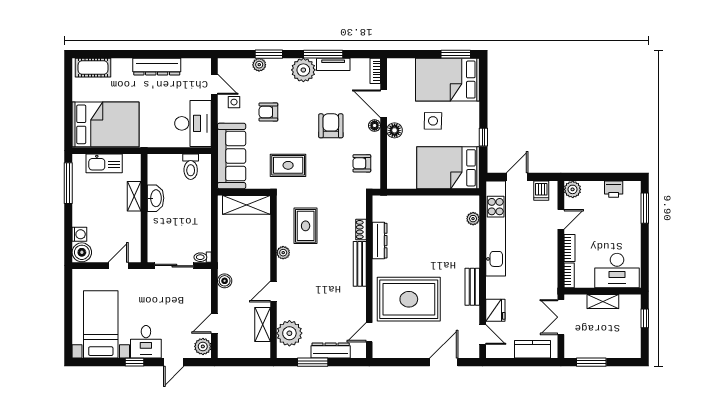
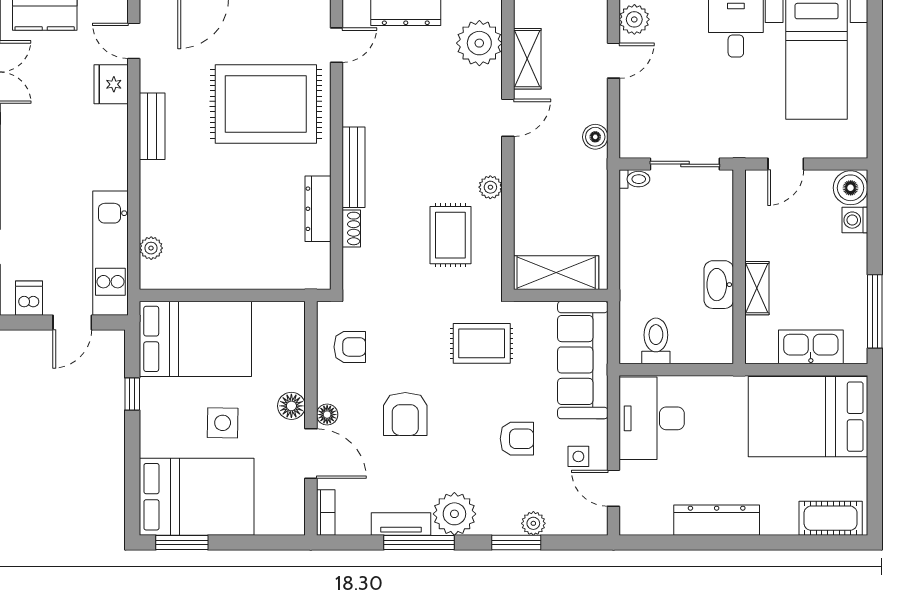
kitchen unit: (496, 228) -> (110, 253), width x0.73

